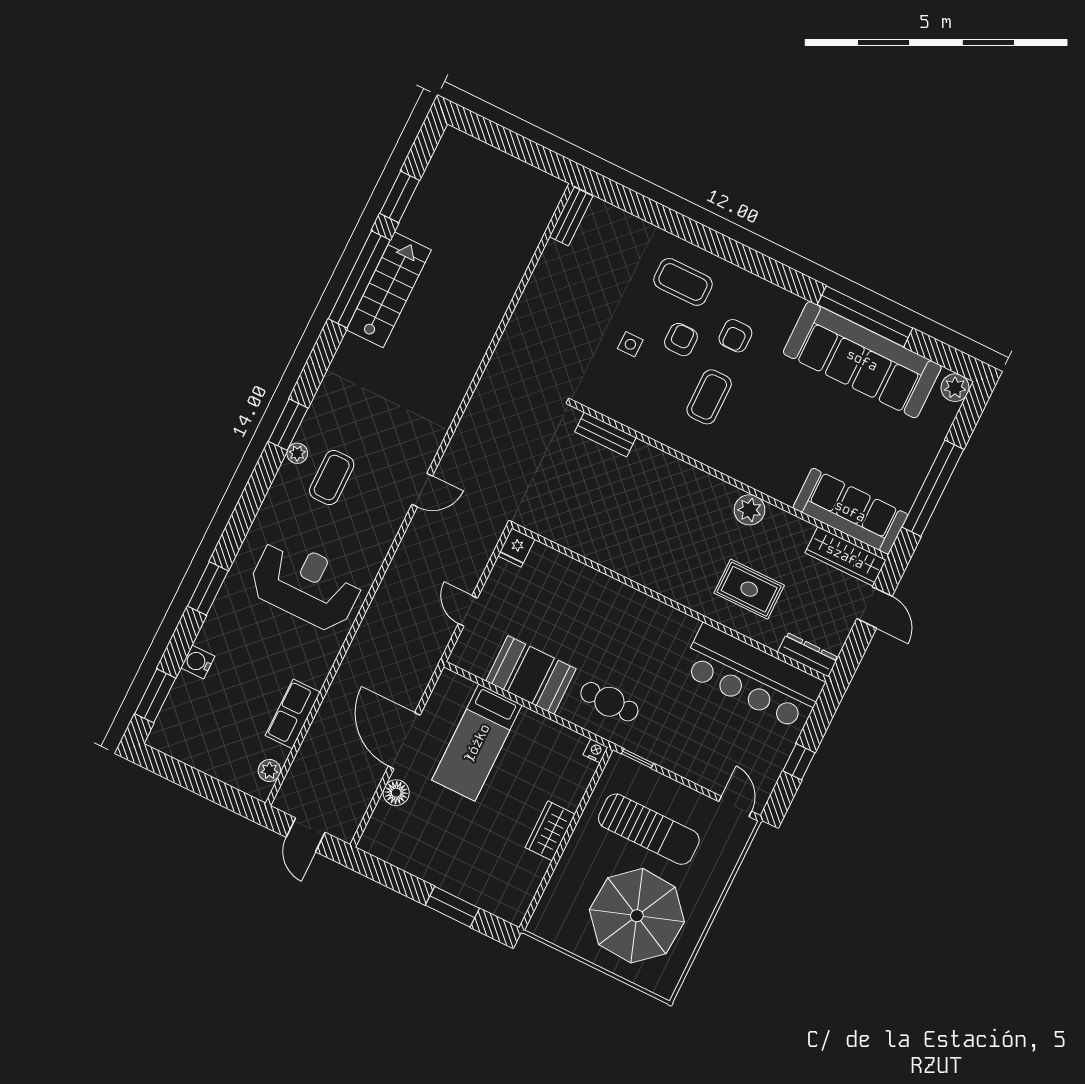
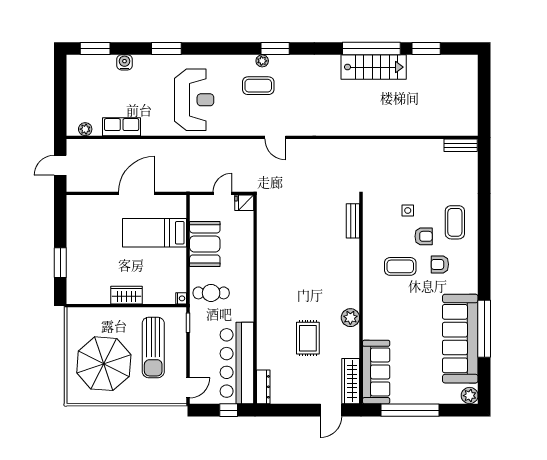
fridge: (516, 548) -> (244, 203), moved
wall: (670, 603) -> (255, 299), moved
dresser: (808, 655) -> (263, 387), moved
bar counter: (752, 677) -> (237, 363), moved
cafe table: (609, 702) -> (211, 293), turned 90
floor lamp: (396, 793) -> (107, 203), removed

